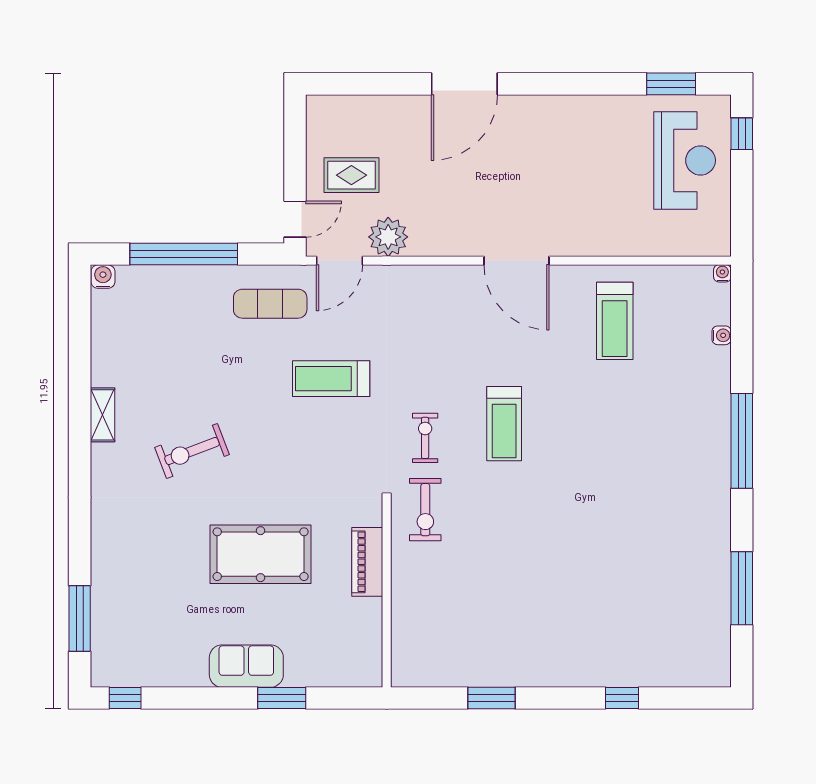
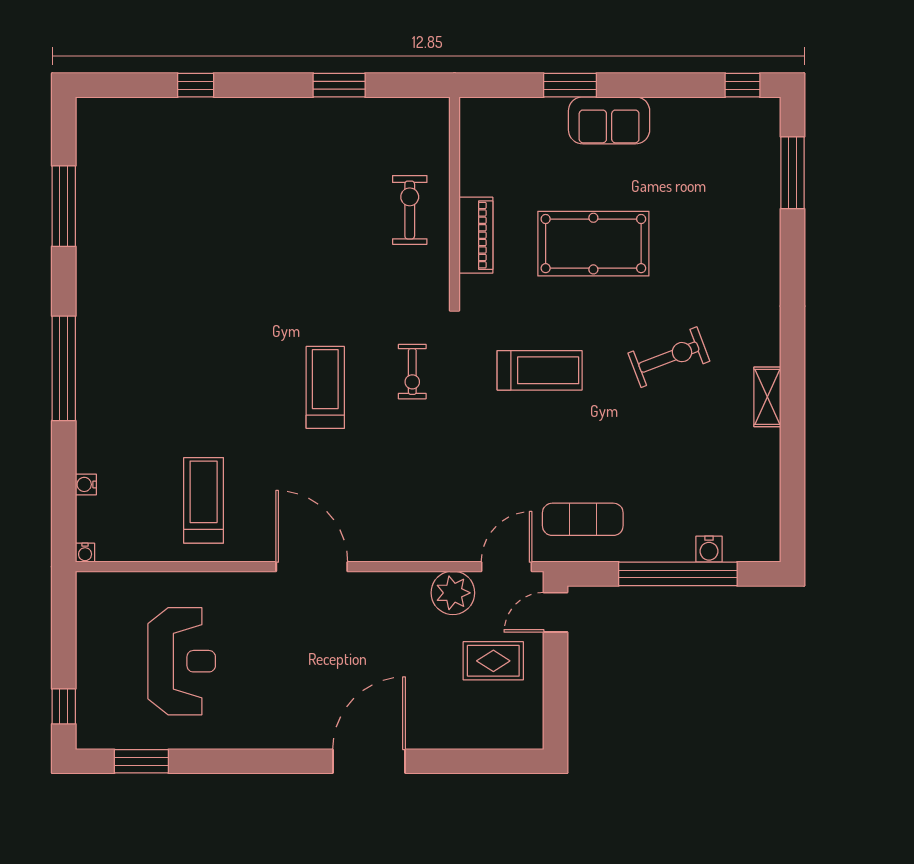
reception desk: (685, 160) -> (182, 661), moved, turned 180
water cooler: (103, 277) -> (709, 549), moved
treadmill: (331, 379) -> (540, 370), moved
exercise bike: (425, 510) -> (410, 210), moved

